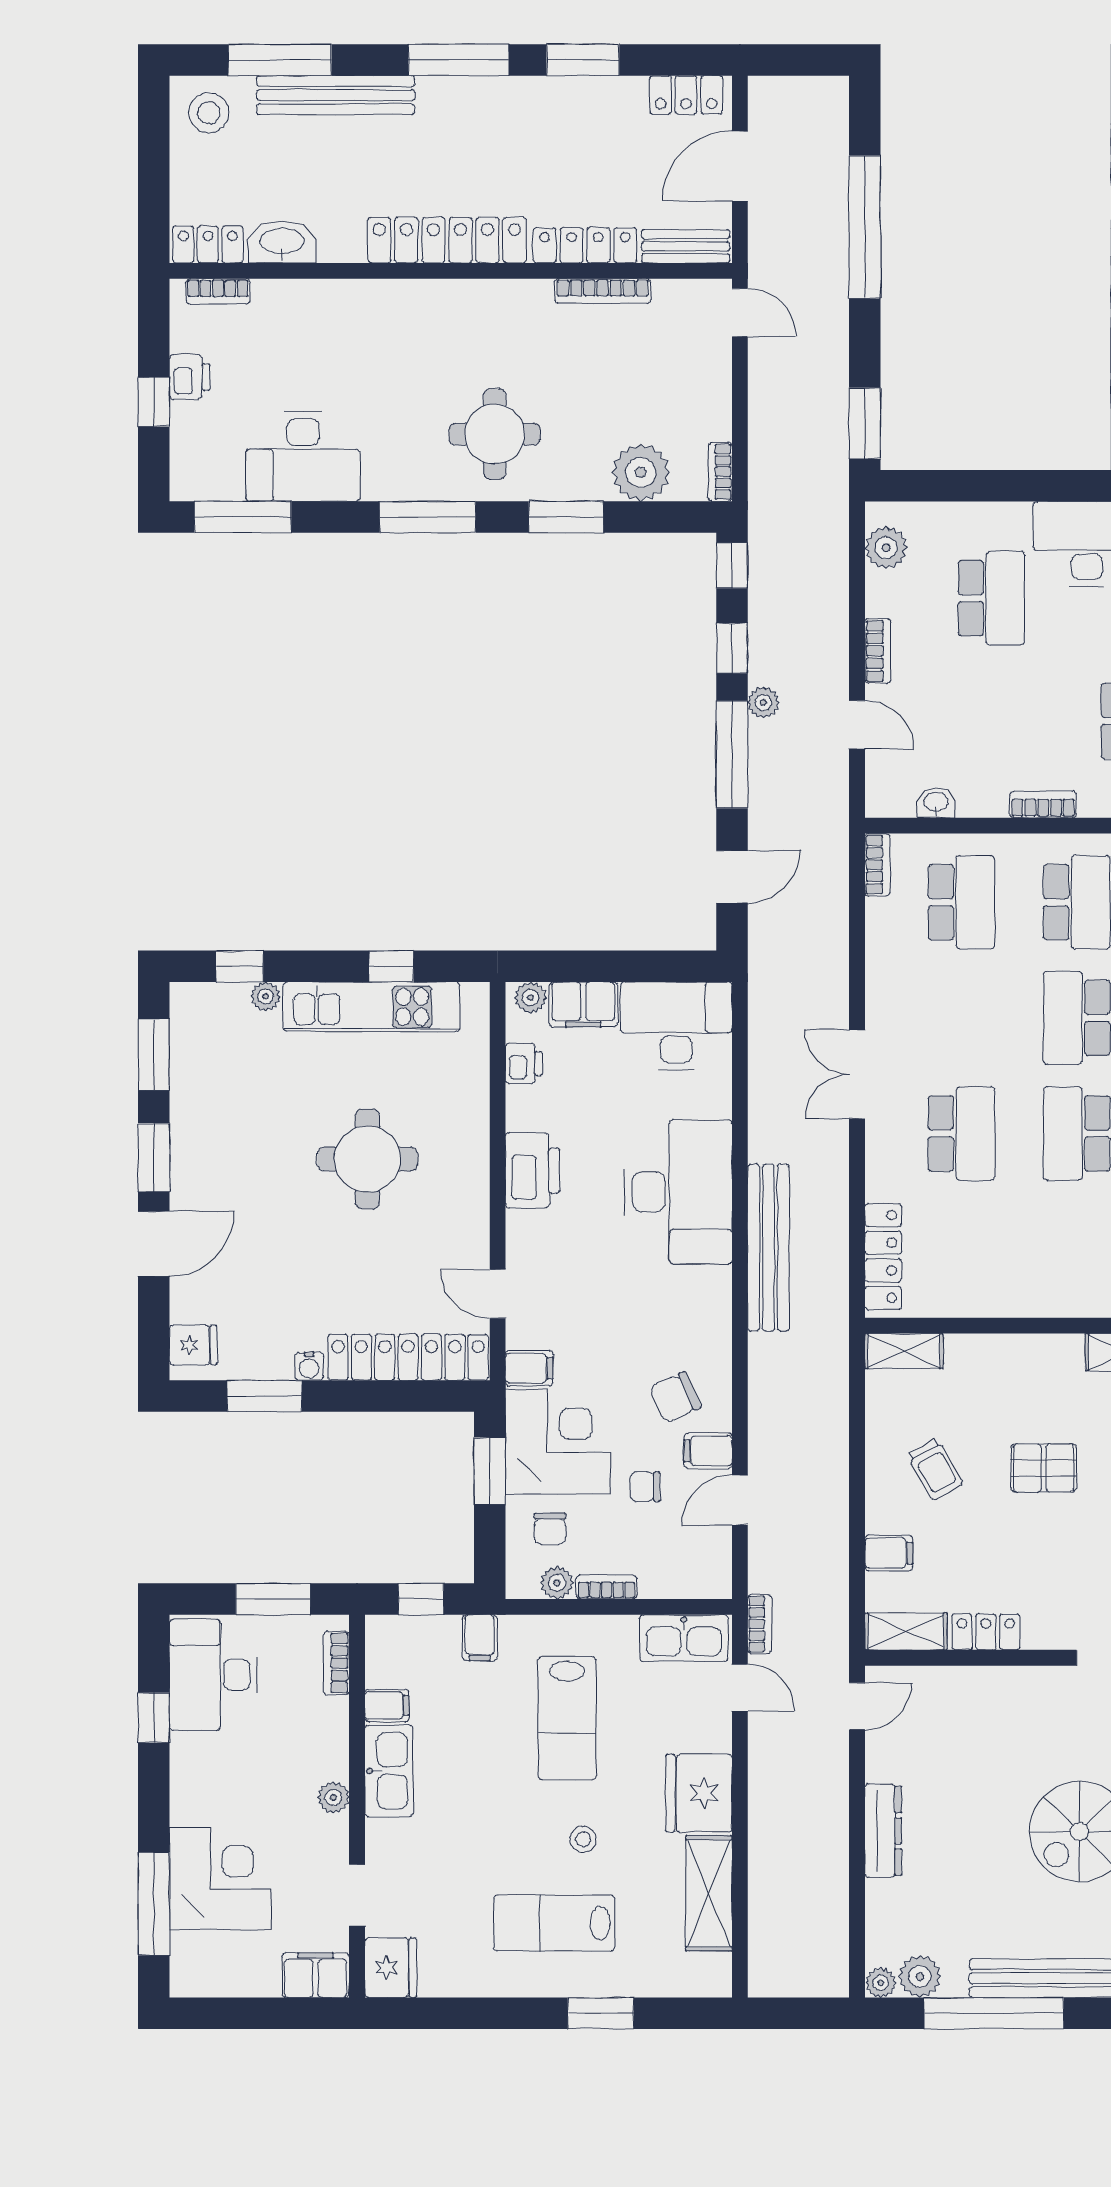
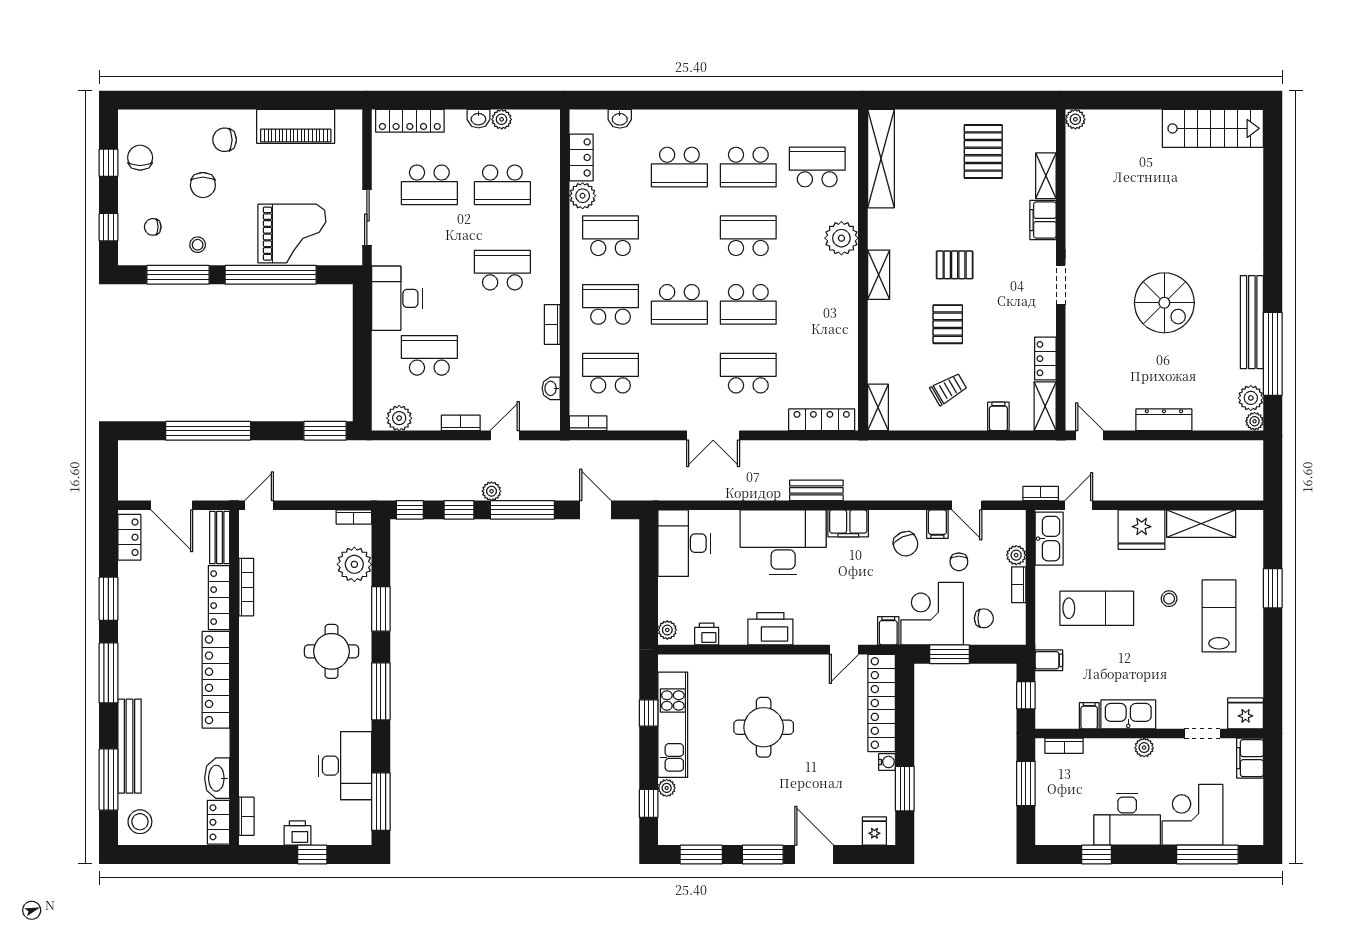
filing cabinet: (583, 1005) -> (848, 523), moved, turned 90
bench: (768, 1248) -> (816, 490), width x0.54, depth x0.82
plant: (557, 1583) -> (1016, 555), moved
desk: (213, 1675) -> (1127, 819), moved
lab bench: (554, 1923) -> (1219, 616), turned 180

